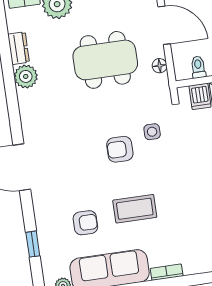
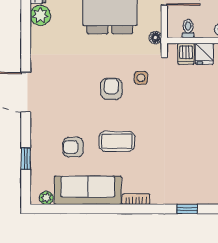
floor lamp: (160, 66) -> (155, 38), moved
armchair: (120, 149) -> (111, 89), turned 90
armchair: (85, 223) -> (73, 147), turned 180

